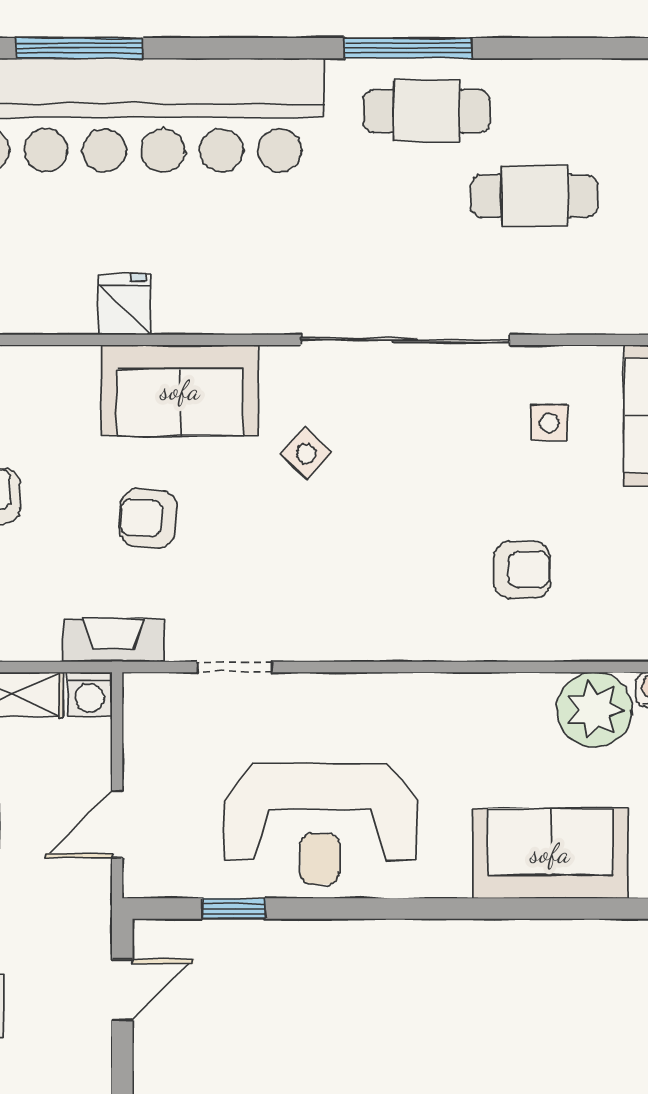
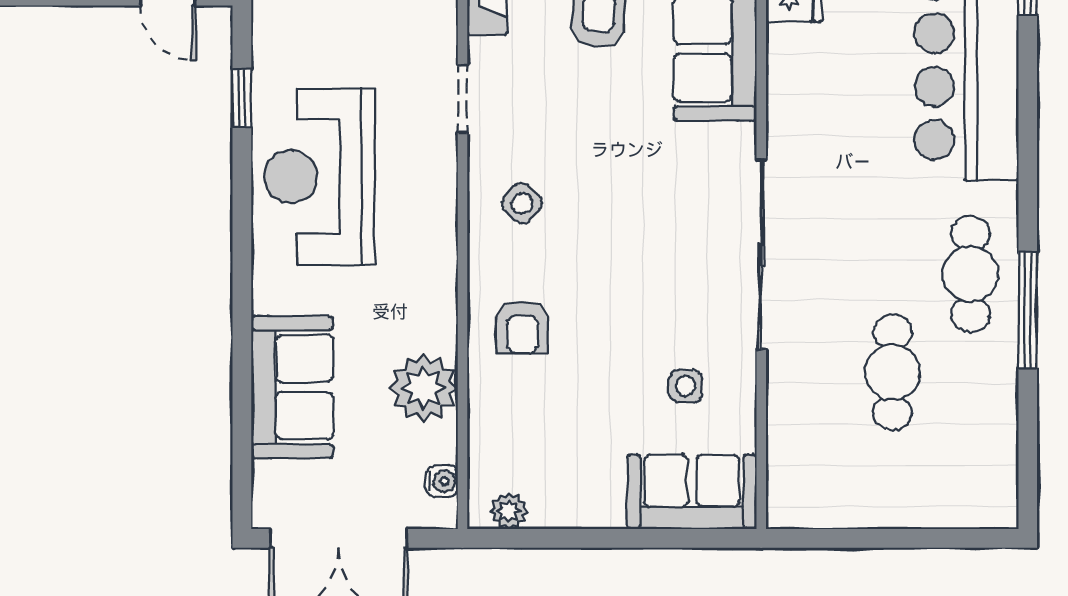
window: (408, 48) -> (1028, 310), moved
side table: (306, 454) -> (522, 203), moved
armchair: (522, 570) -> (522, 327), moved
plant: (594, 710) -> (424, 388), moved

